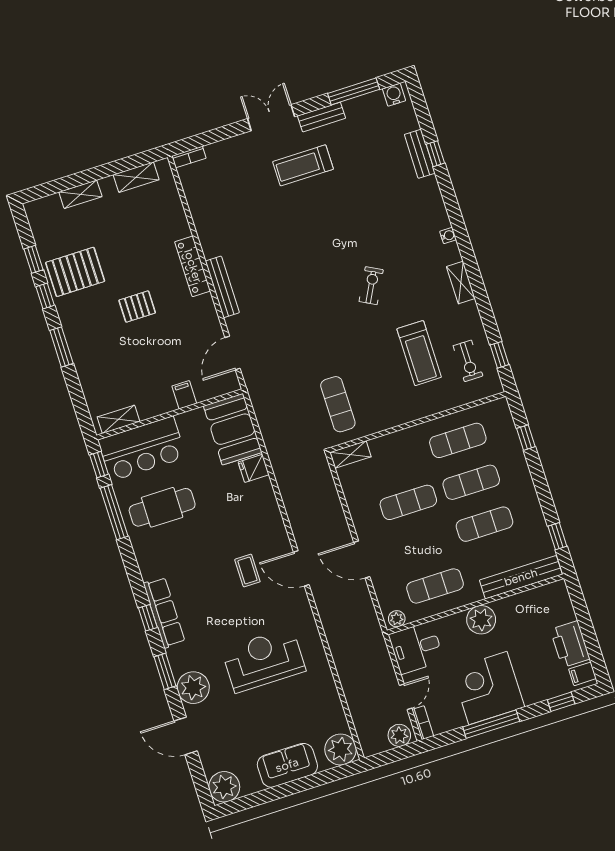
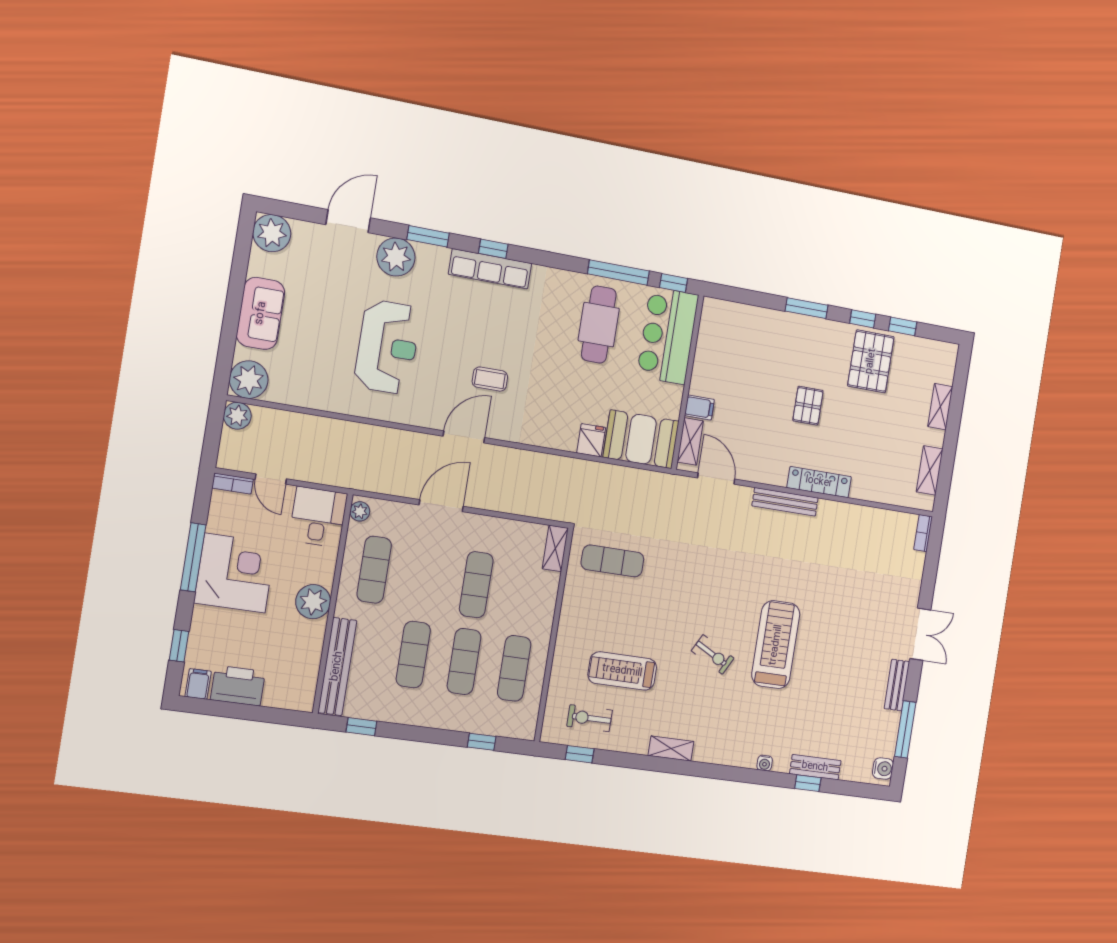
treadmill: (303, 165) -> (776, 645), moved, width x1.37, depth x1.38
water cooler: (448, 236) -> (765, 763), moved
shelving: (118, 419) -> (690, 441), moved
plant: (399, 735) -> (237, 416), moved

